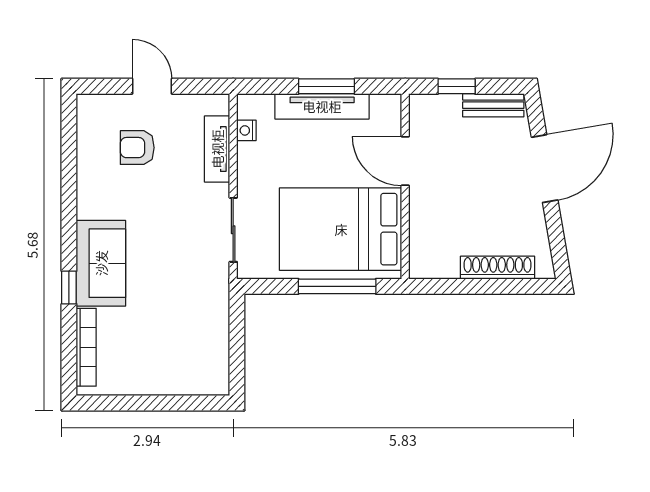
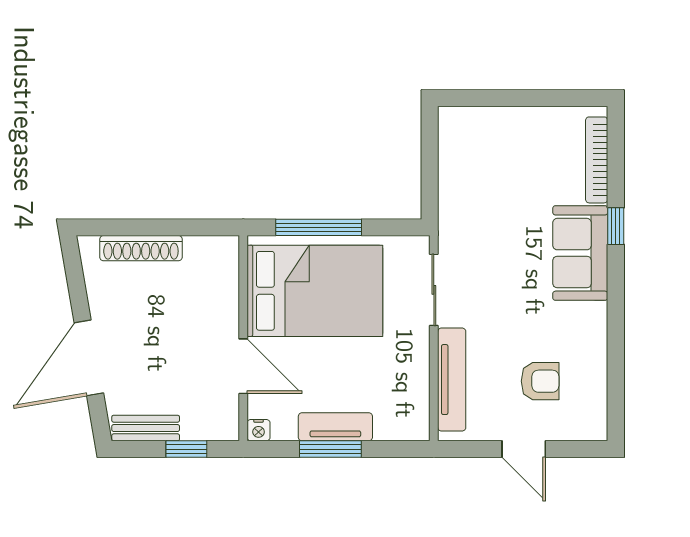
tv unit: (322, 106) -> (335, 427), width x0.71
nightstand: (246, 130) -> (259, 430), moved, turned 90
tv unit: (217, 149) -> (452, 380), width x1.41

